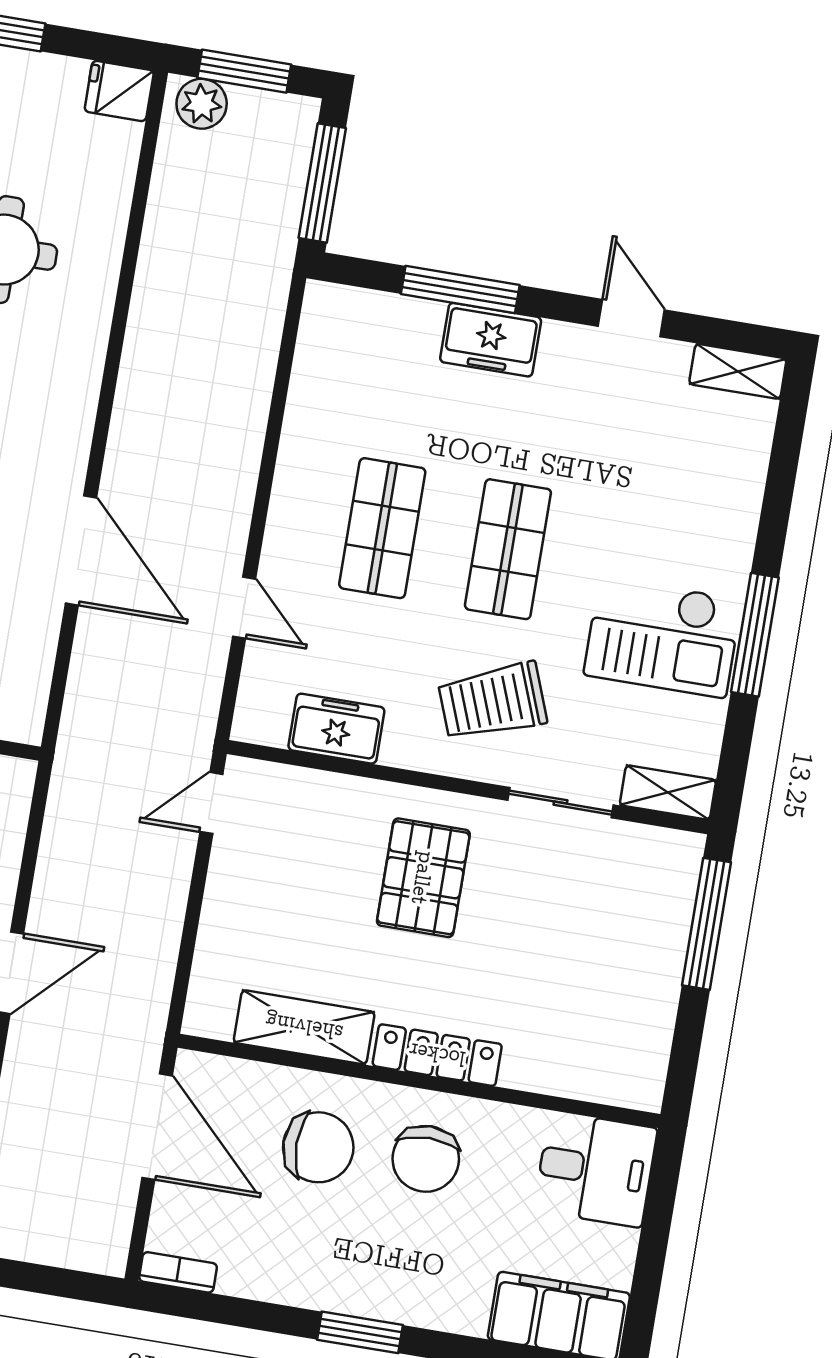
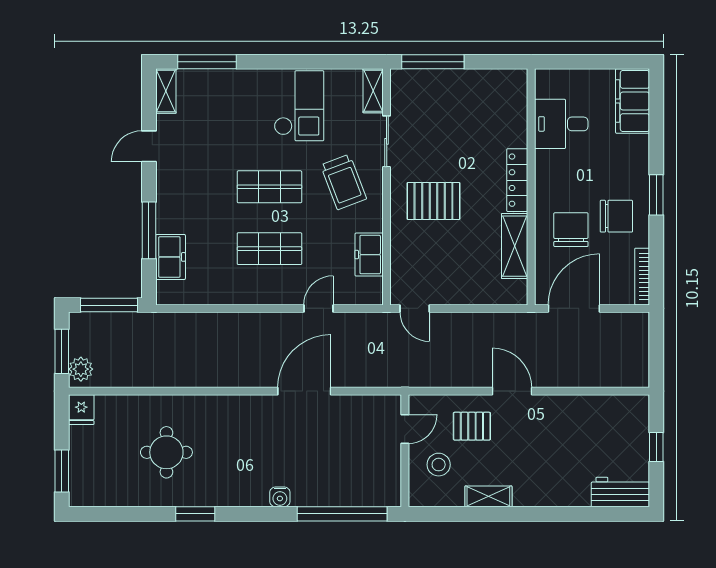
freezer: (491, 340) -> (171, 257), moved
window: (755, 635) -> (207, 62), moved
chair: (426, 1159) -> (616, 216), moved
desk: (596, 1169) -> (561, 124), moved, turned -90
bookcase: (178, 1272) -> (642, 277), width x1.56

